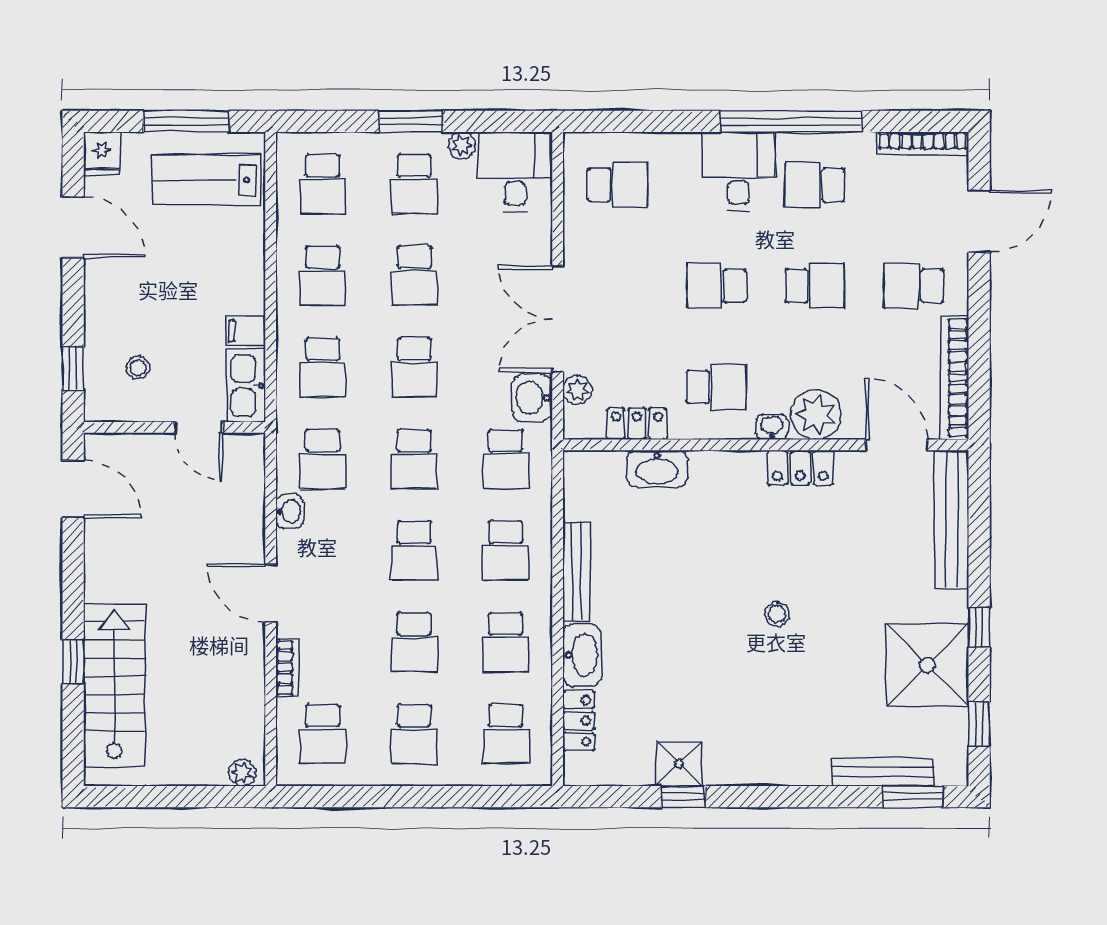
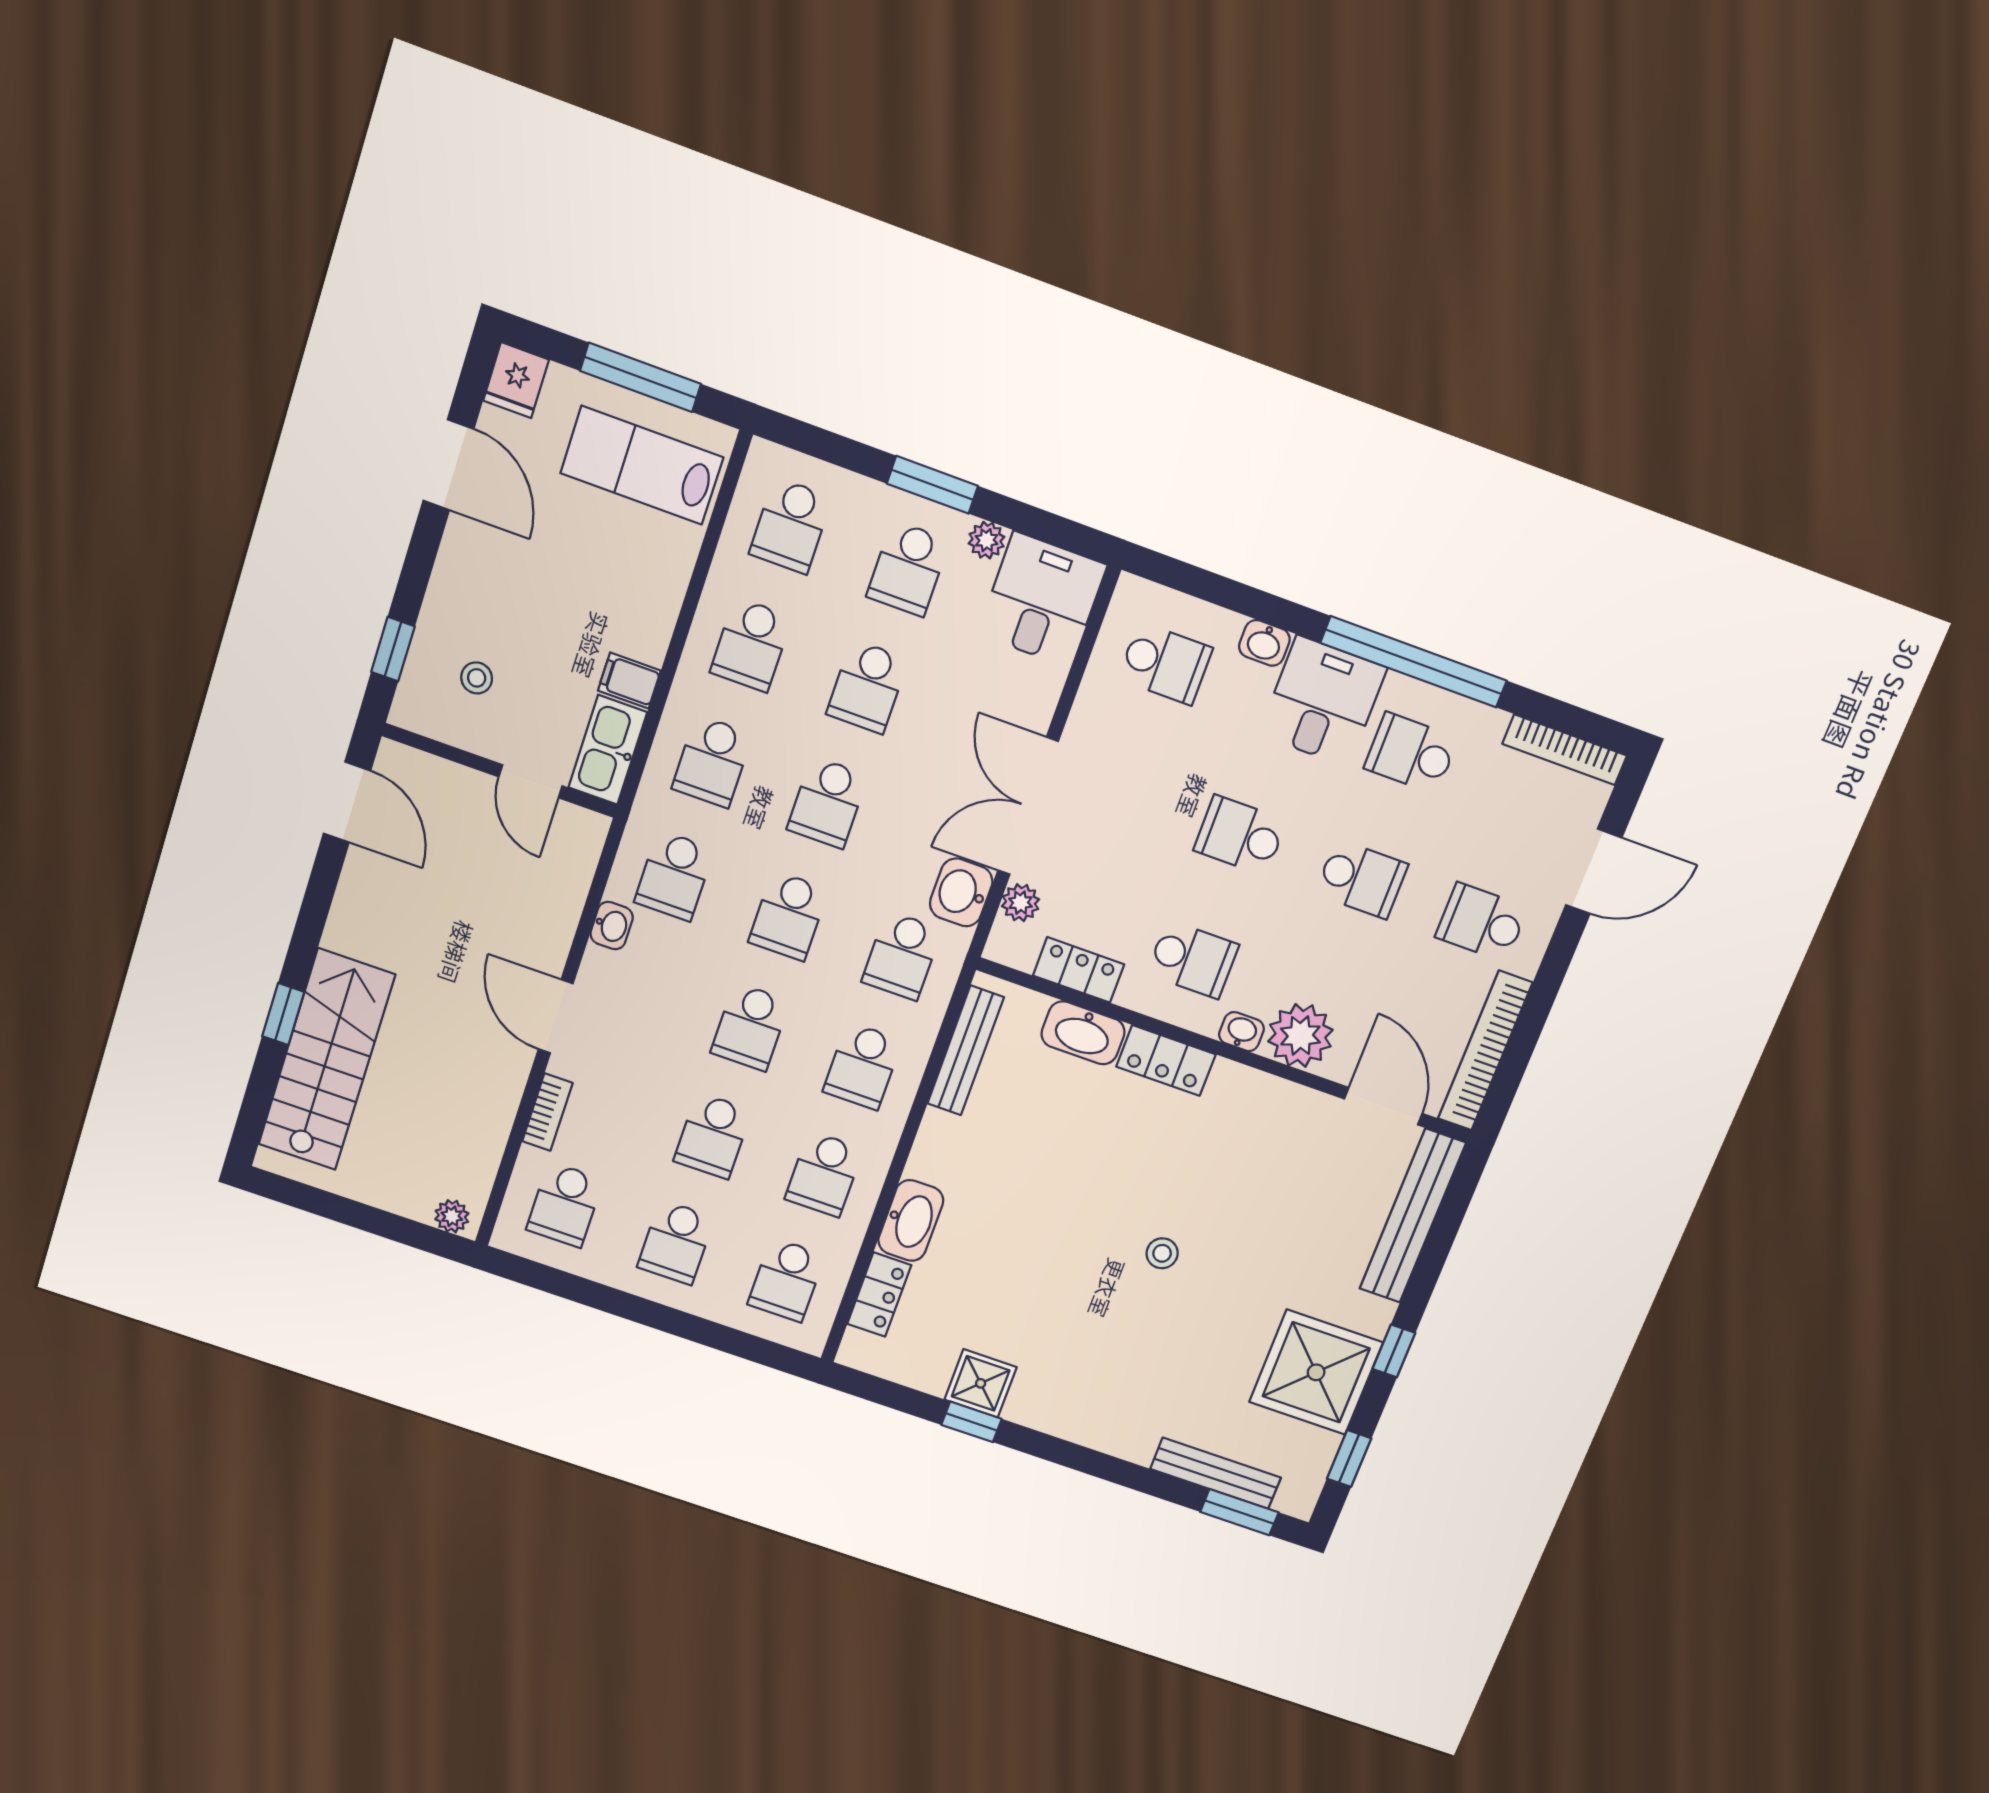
washbasin: (682, 146) -> (1264, 643), added
locker: (800, 468) -> (1166, 1060), moved
bench: (577, 571) -> (966, 1051), moved

